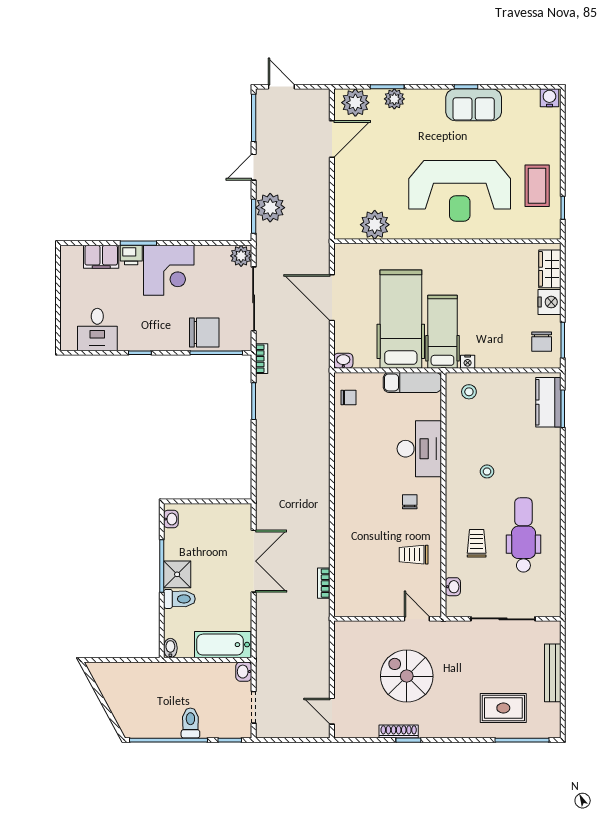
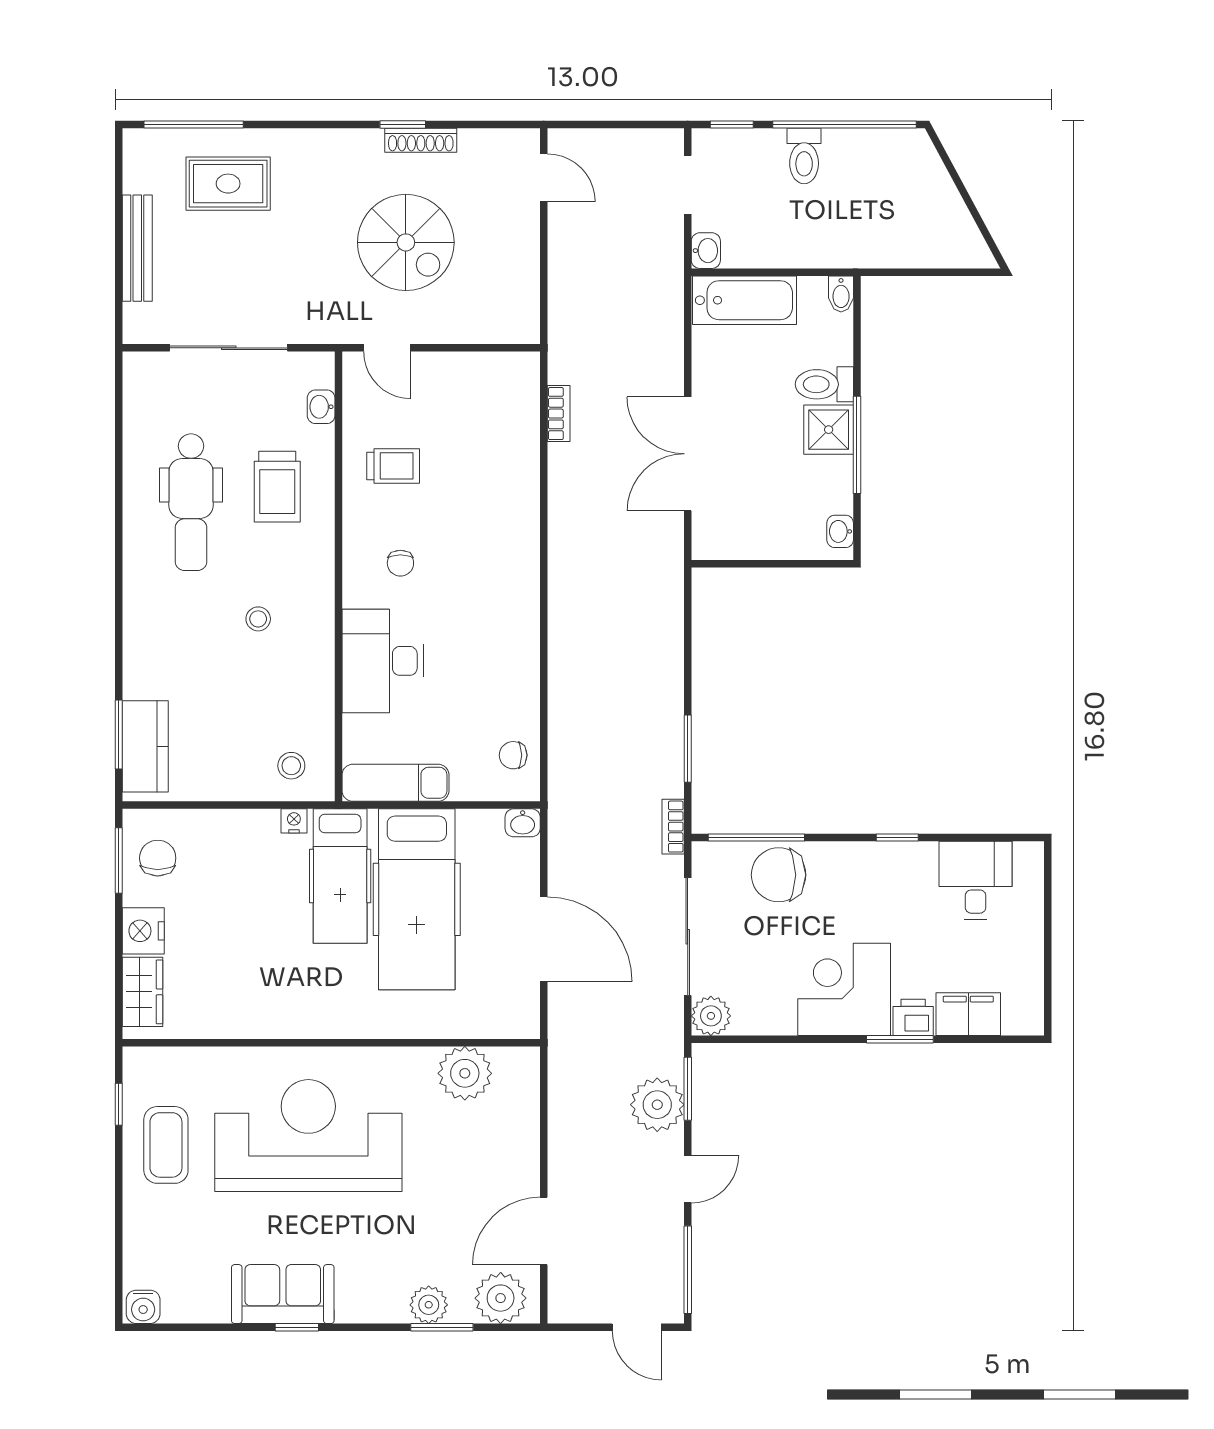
trolley: (477, 543) -> (277, 487), width x1.36, depth x1.39

